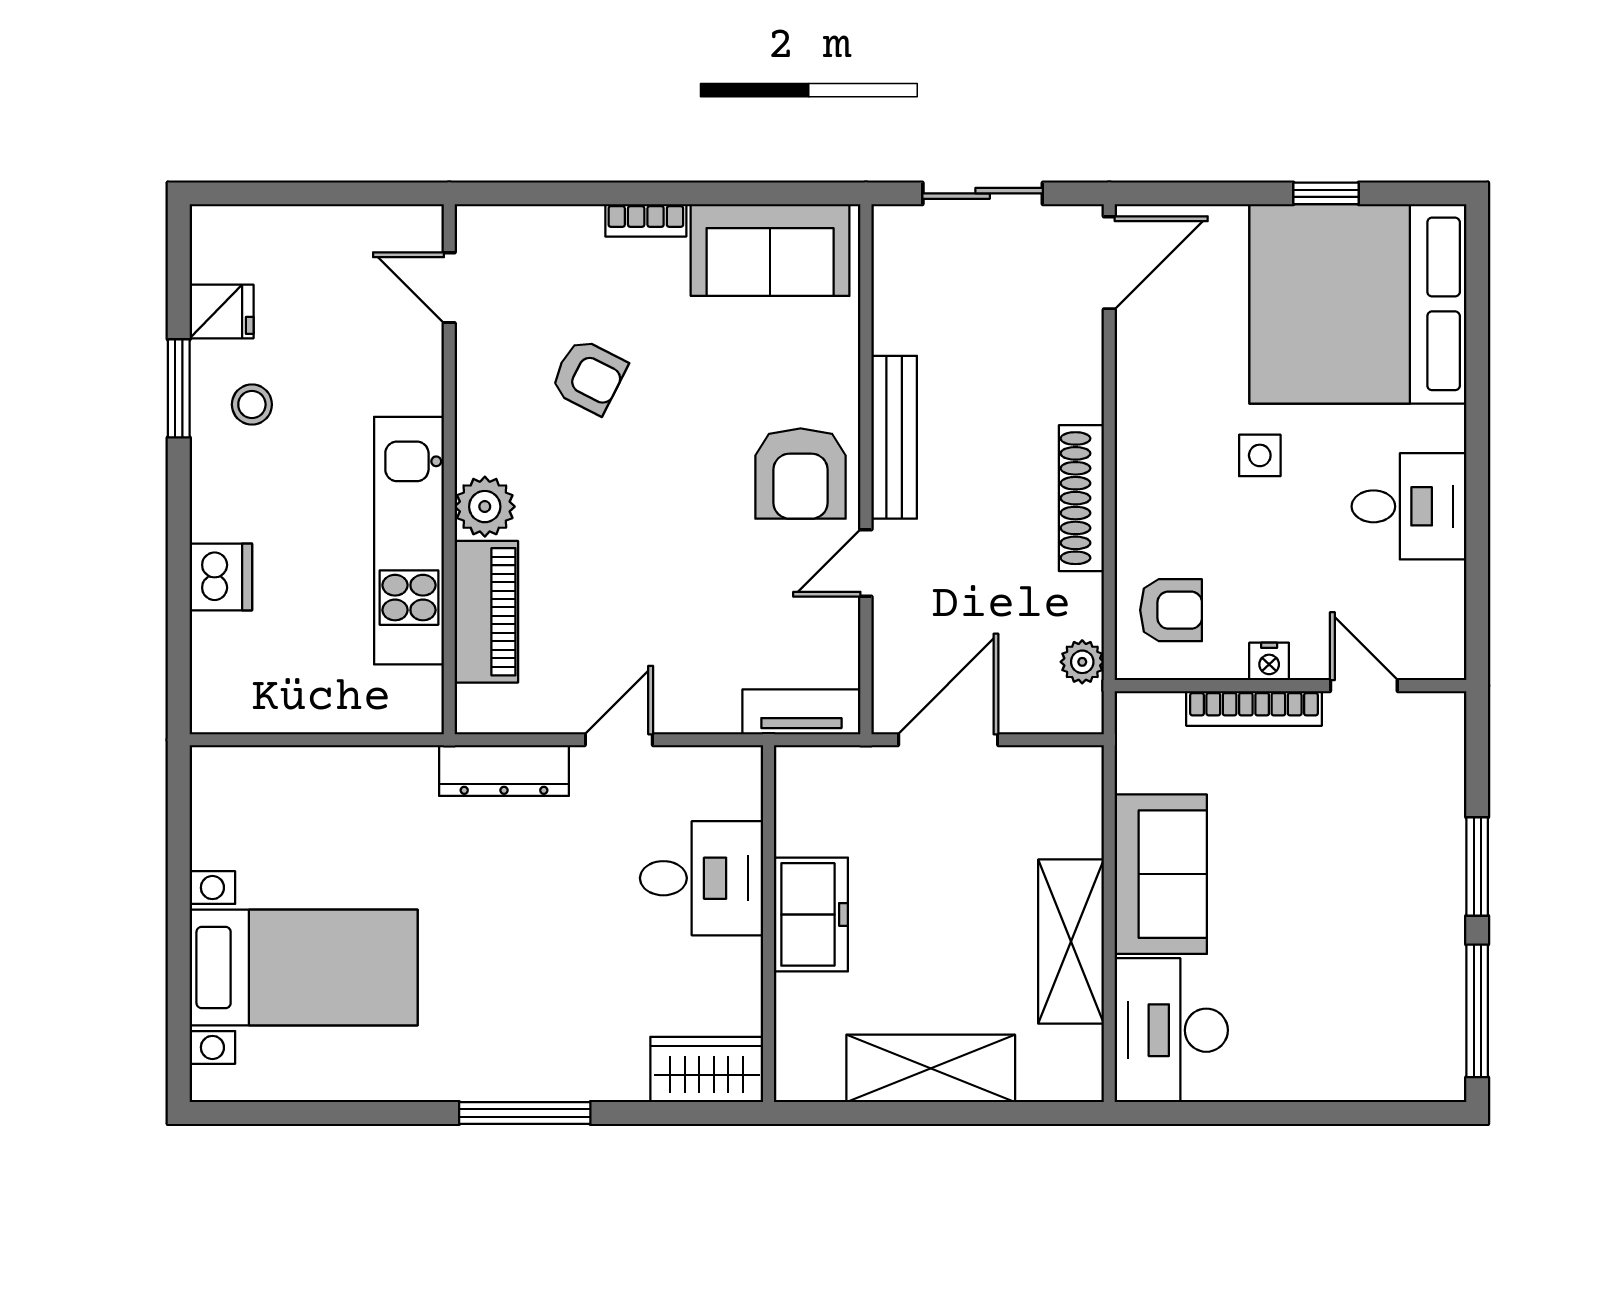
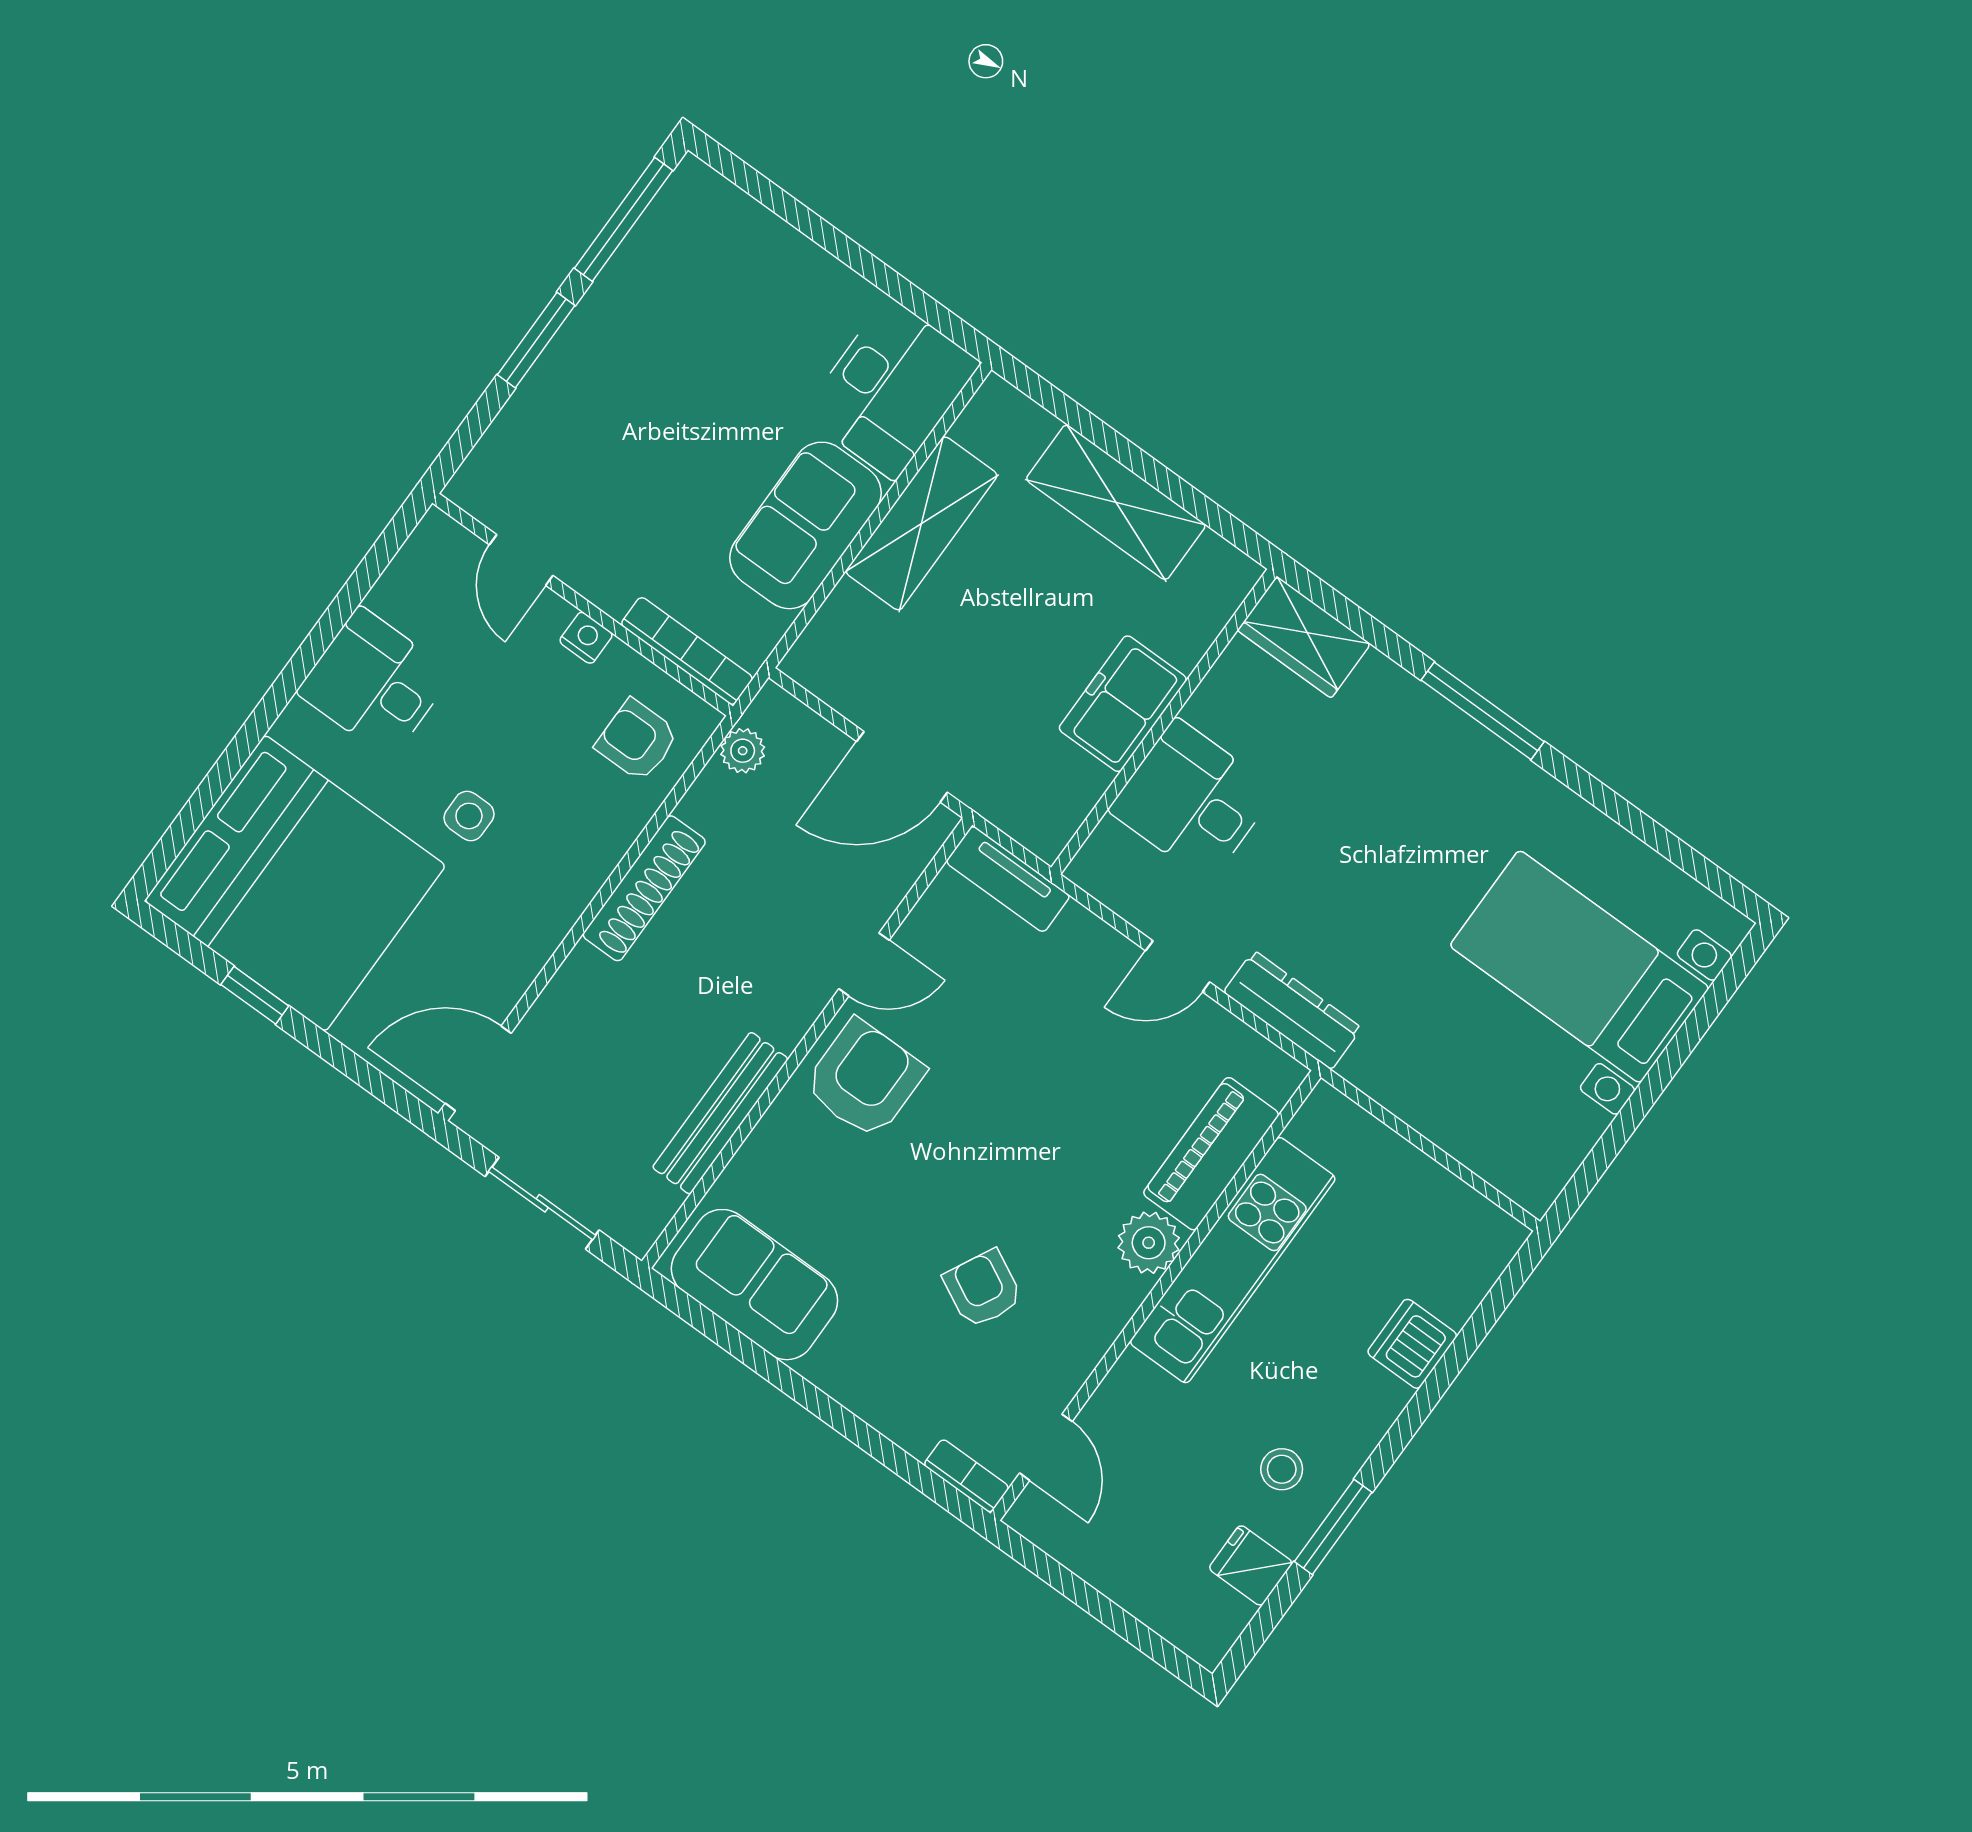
bookcase: (646, 220) -> (967, 1476), moved
bench: (894, 437) -> (720, 1113), moved
bookcase: (1254, 708) -> (687, 651), moved

